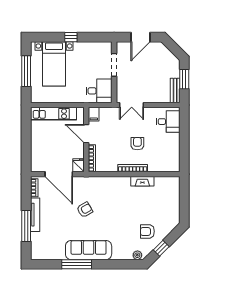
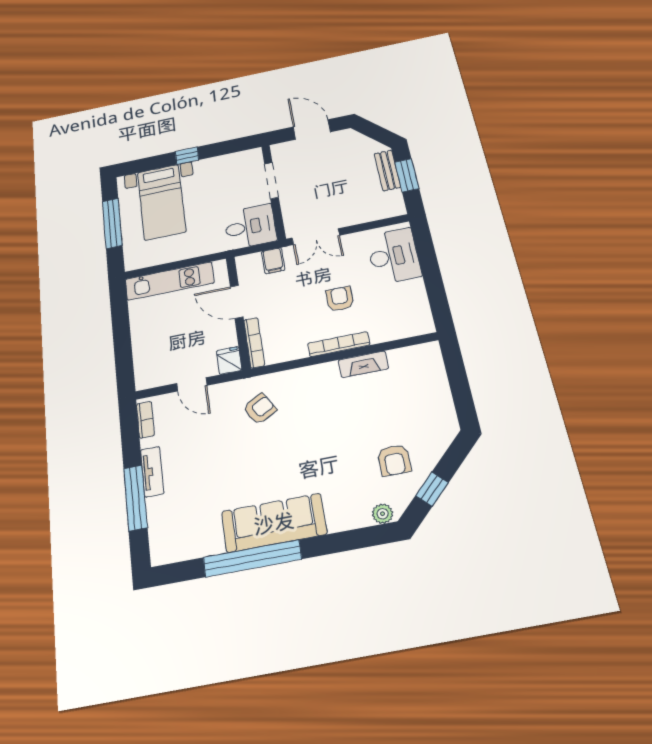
door: (141, 37) -> (312, 129), swing flipped
bench: (175, 91) -> (387, 170), moved
filing cabinet: (94, 114) -> (273, 261), moved
desk: (168, 122) -> (394, 256), width x1.37
door: (59, 174) -> (192, 384), width x0.53
armchair: (85, 210) -> (260, 409), moved
tv unit: (35, 215) -> (152, 472), width x0.71
armchair: (147, 231) -> (394, 460), turned -90
window: (77, 264) -> (252, 558), width x1.46

